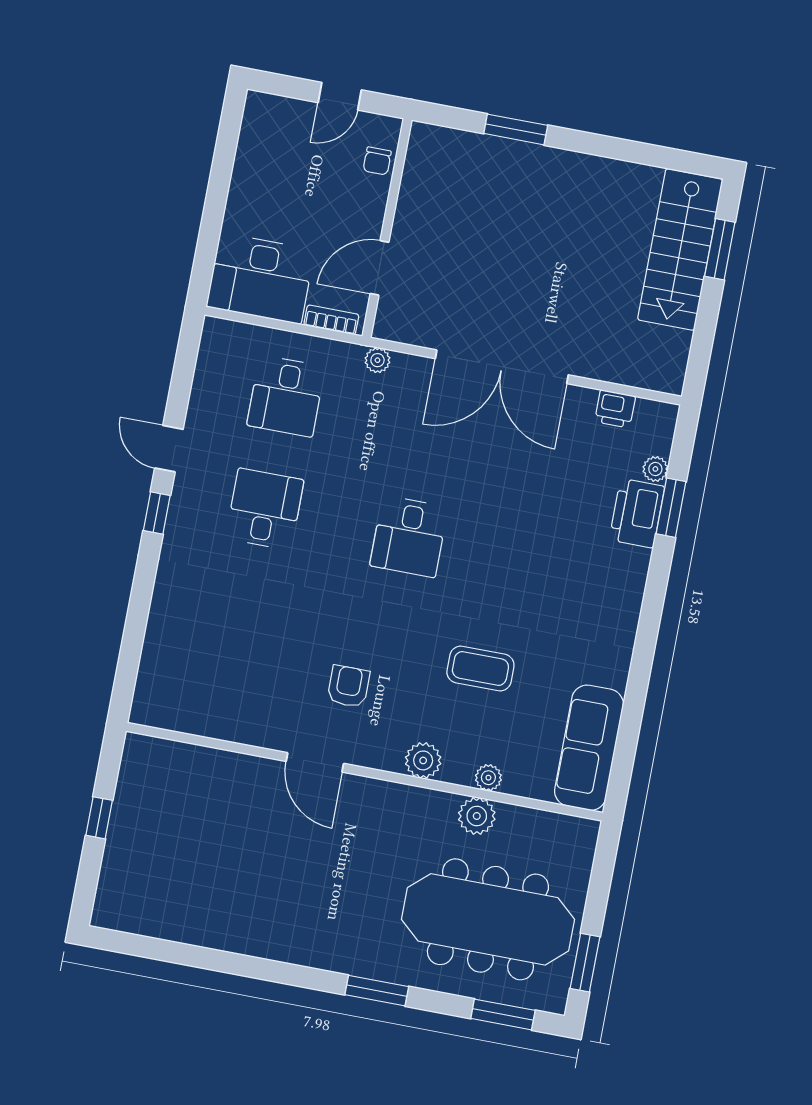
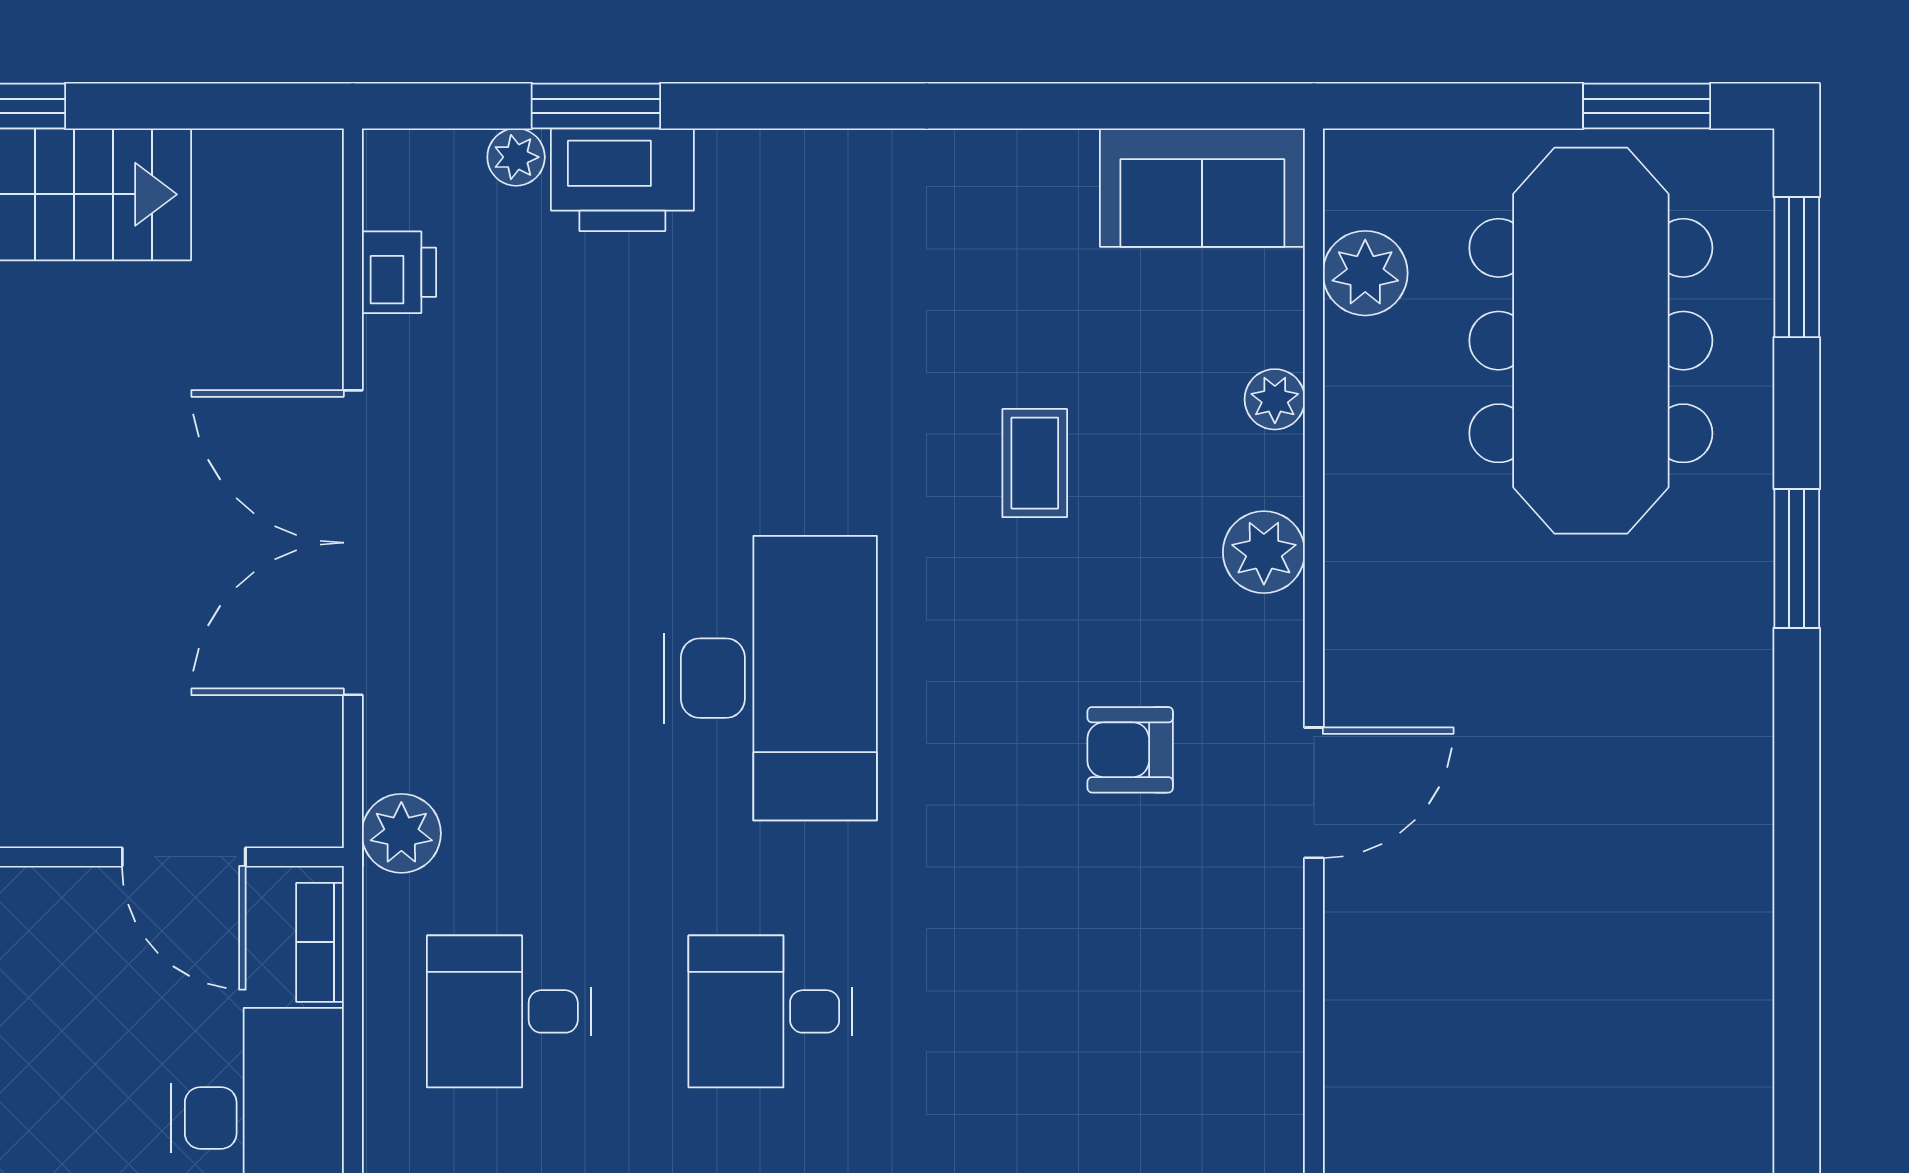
plant: (377, 360) -> (401, 833), width x1.38, depth x1.38
double door: (502, 367) -> (353, 543), swing flipped
desk: (286, 396) -> (509, 1011), turned 180
desk: (409, 536) -> (770, 678), width x1.87, depth x1.30
coffee table: (480, 668) -> (1035, 463), width x0.73, depth x0.77
sofa: (589, 748) -> (1202, 188), width x0.73
plant: (477, 816) -> (1365, 273), moved

